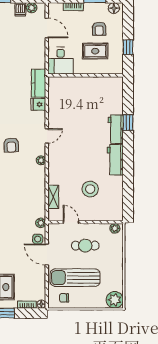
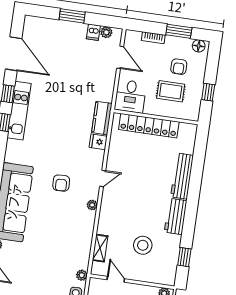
locker: (80, 84) -> (149, 126), added
window: (128, 123) -> (184, 257), moved
workbench: (116, 129) -> (182, 176), width x1.38

